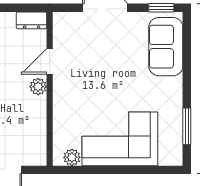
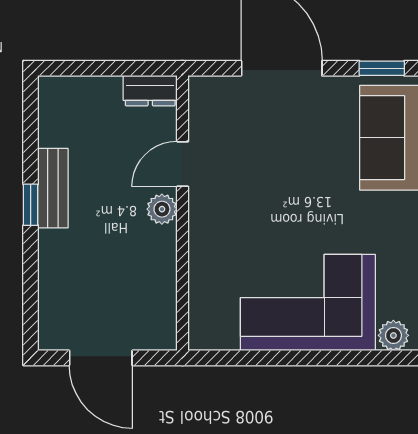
plant: (72, 157) -> (393, 335), moved

